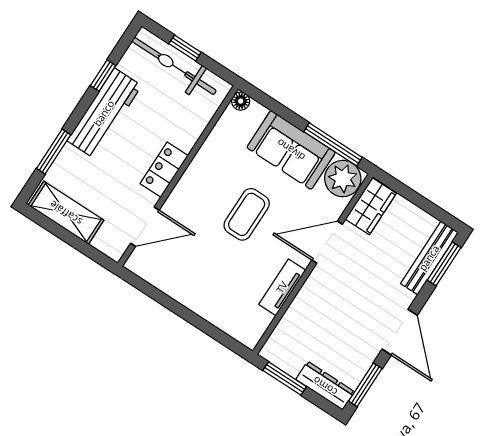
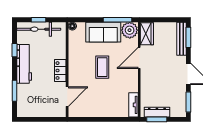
shelving: (66, 213) -> (34, 111), removed
tv unit: (282, 287) -> (133, 105), moved
dresser: (325, 386) -> (157, 112), moved

